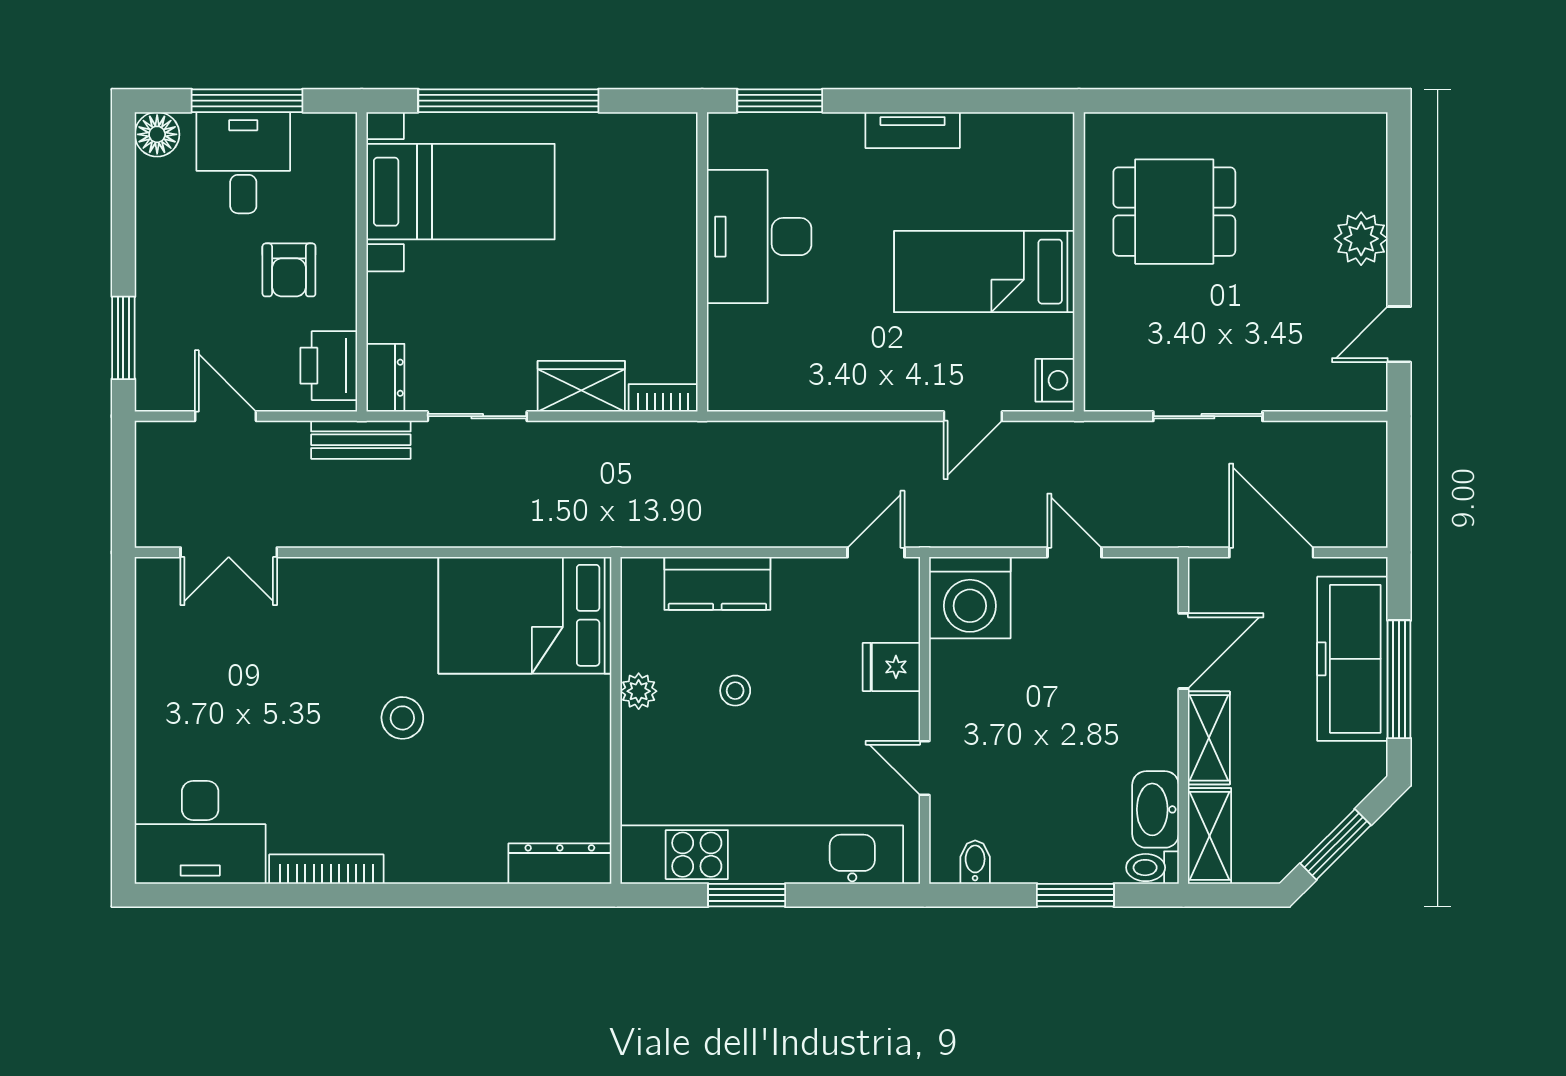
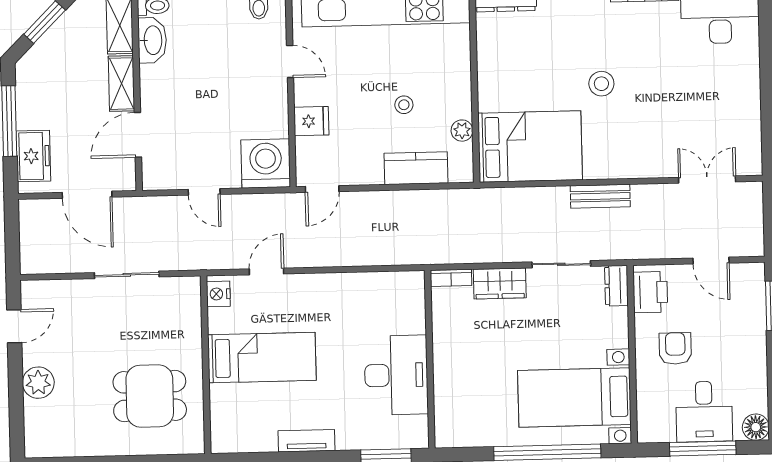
bench: (361, 440) -> (600, 196), moved
freezer: (1352, 659) -> (33, 156), width x0.52, depth x0.79
plant: (639, 691) -> (462, 131), moved

